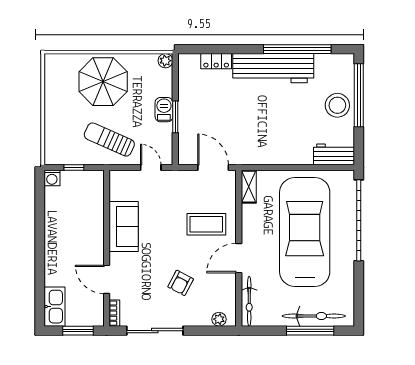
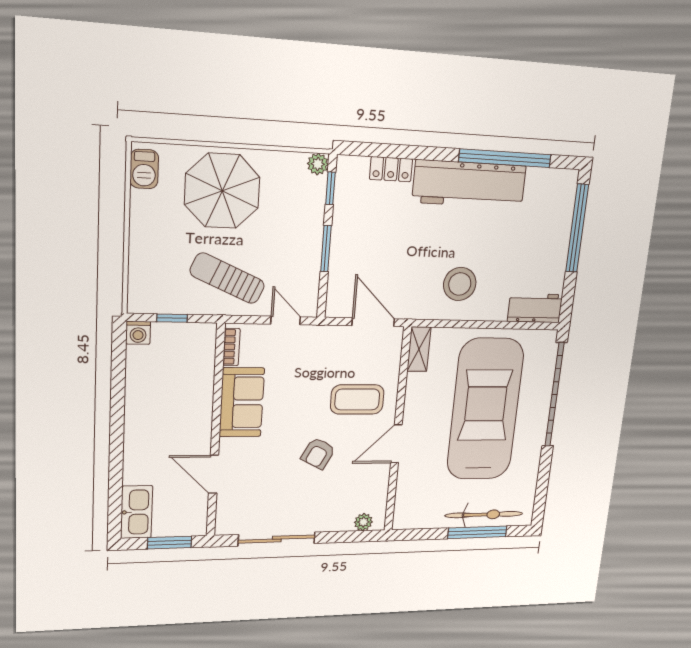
window: (175, 76) -> (330, 188), added
stool: (337, 105) -> (460, 284), moved
barbecue: (164, 110) -> (144, 169), moved, turned 180
armchair: (181, 283) -> (318, 453), moved
bicycle: (249, 301) -> (405, 499), removed
bookcase: (114, 313) -> (231, 347), moved

